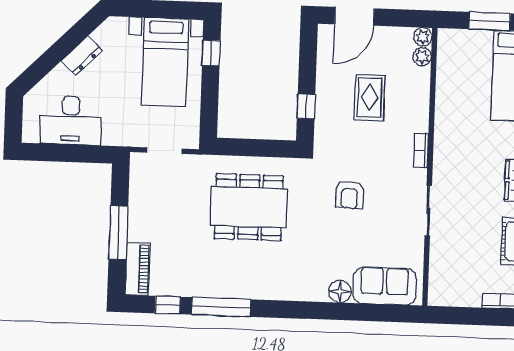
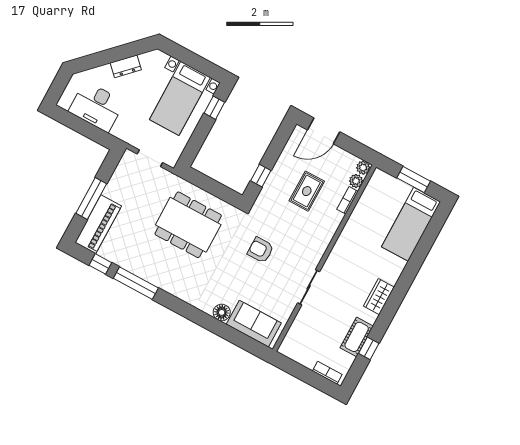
bookcase: (421, 151) -> (347, 200), moved
armchair: (349, 195) -> (261, 250), turned 90
piano: (138, 269) -> (98, 224), width x1.37, depth x1.33

